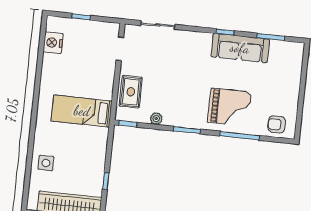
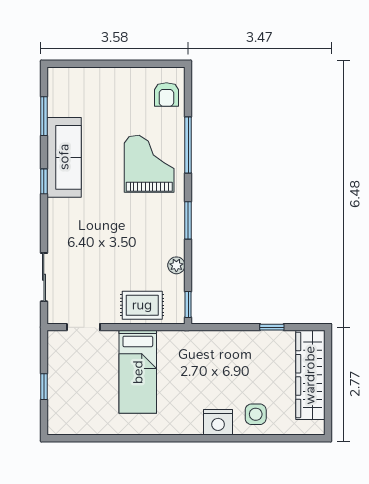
nightstand: (53, 43) -> (218, 422), moved
bed: (82, 111) -> (138, 372), moved

